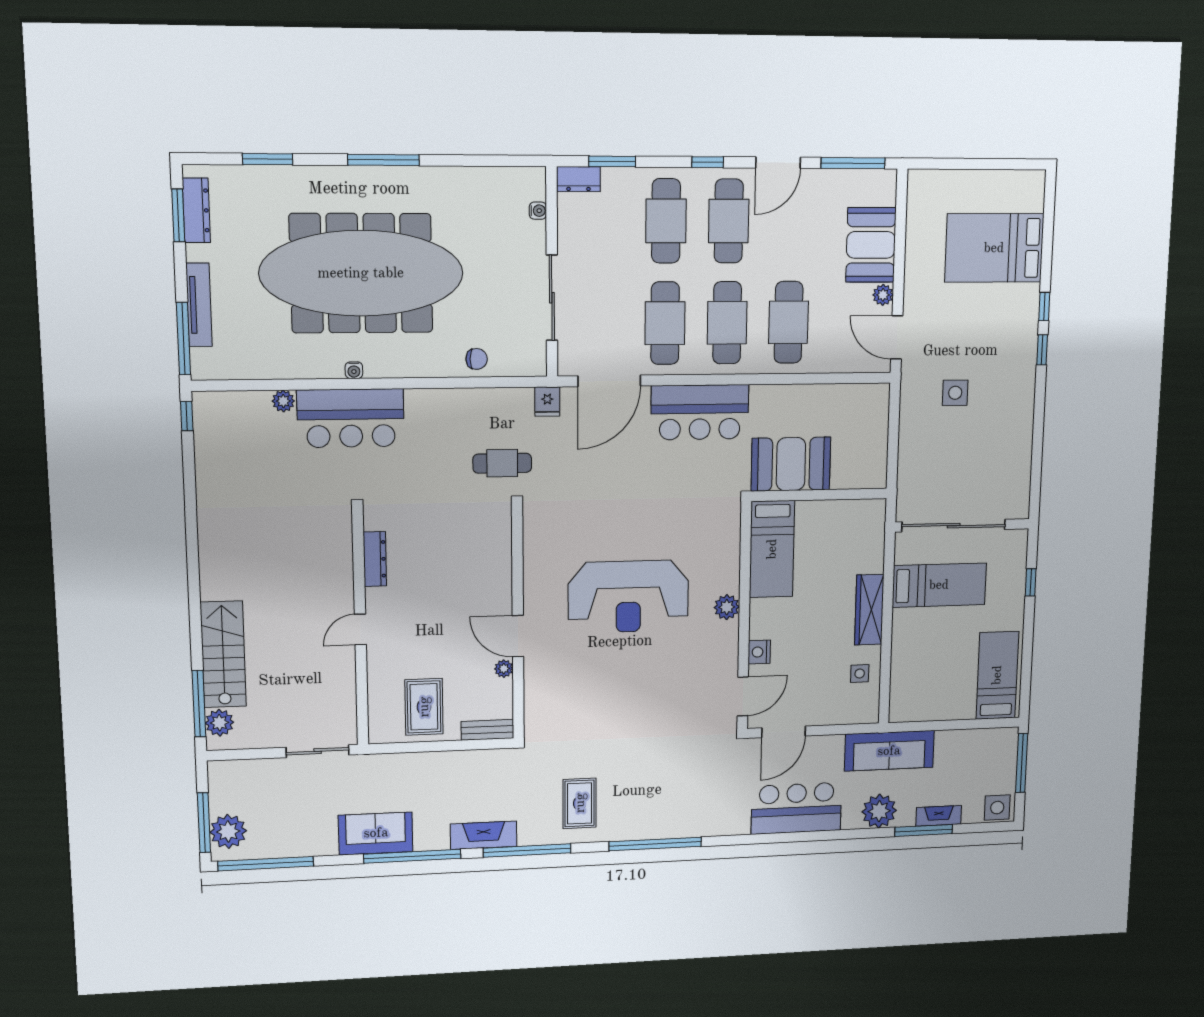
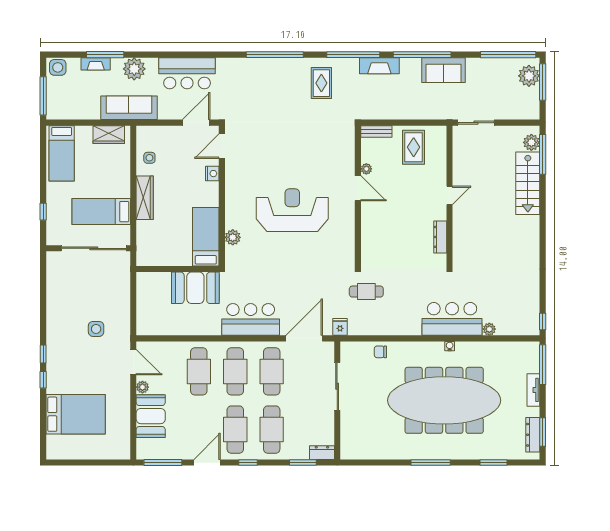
water cooler: (538, 211) -> (345, 435), removed
tv unit: (199, 305) -> (533, 390), width x0.71
plant: (727, 607) -> (233, 237), moved
wardrobe: (923, 707) -> (109, 135), added

